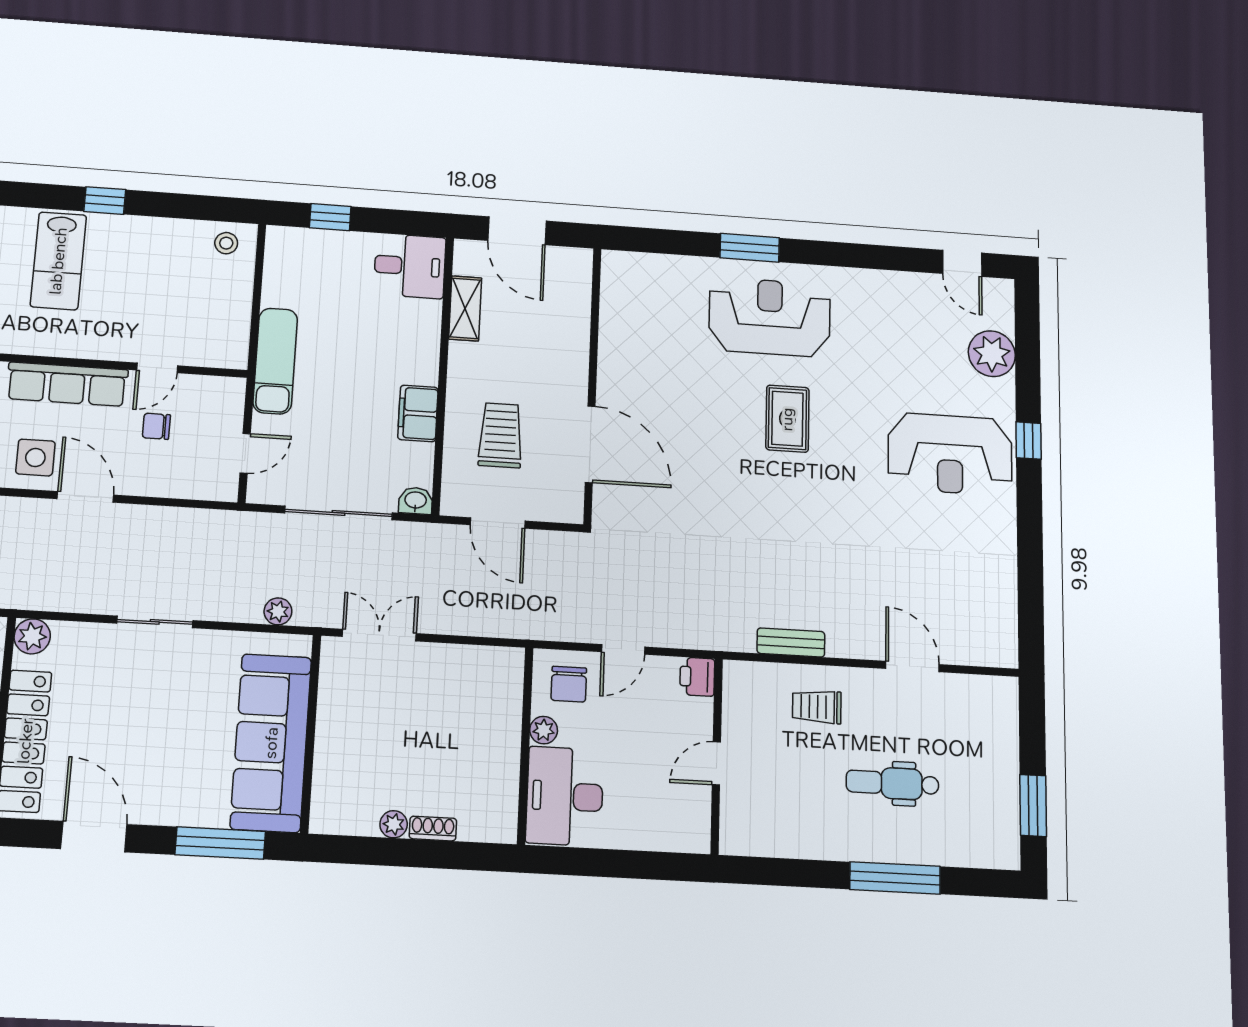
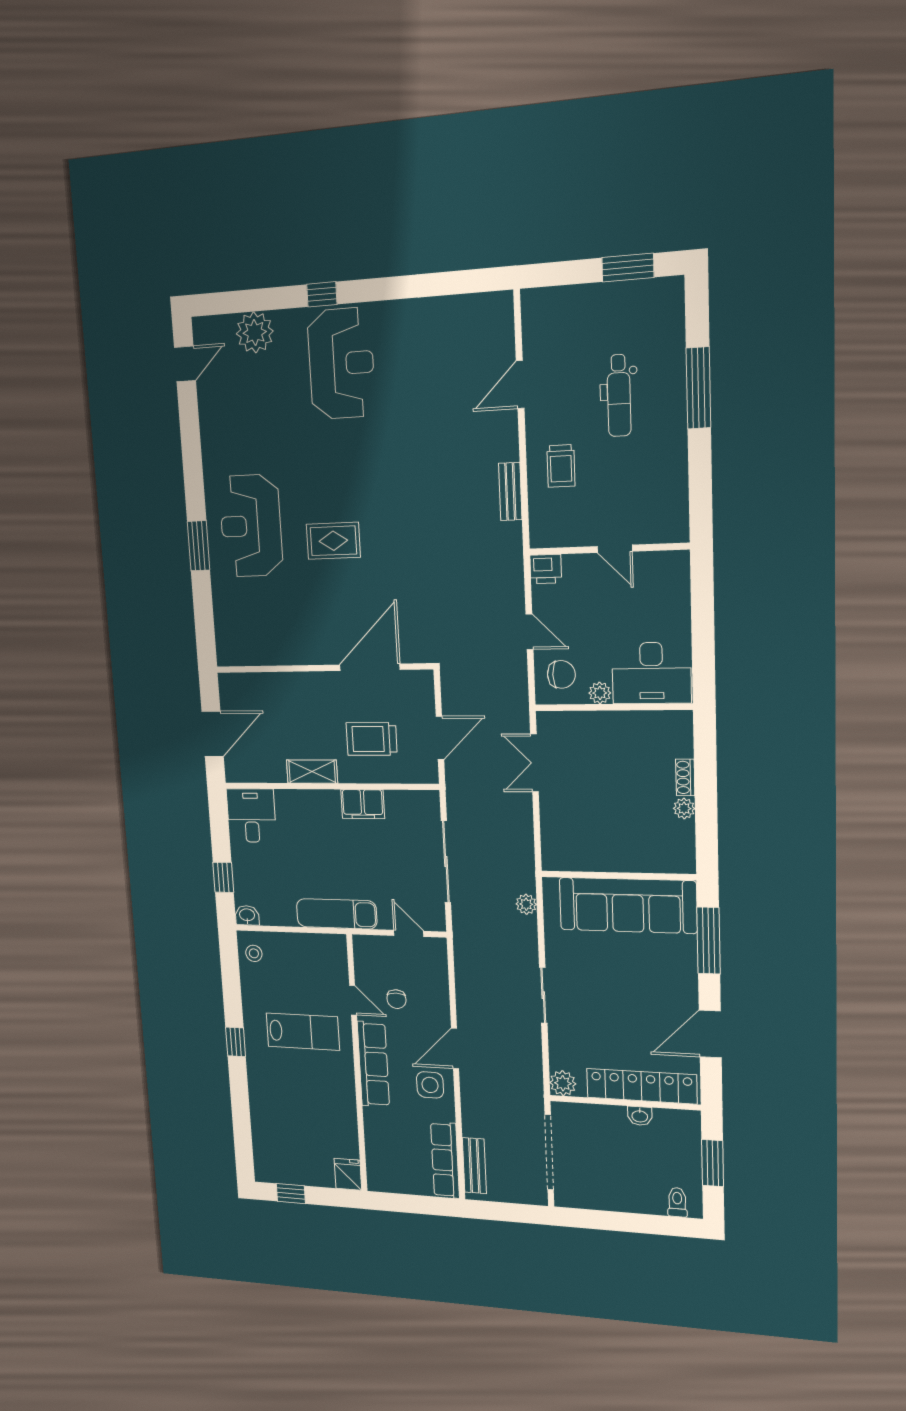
lab bench: (58, 261) -> (303, 1032), moved
shelving: (465, 308) -> (312, 772), moved
rug: (787, 419) -> (333, 541), moved
washbasin: (416, 501) -> (247, 915), moved, turned 90
double door: (379, 635) -> (534, 763), moved

